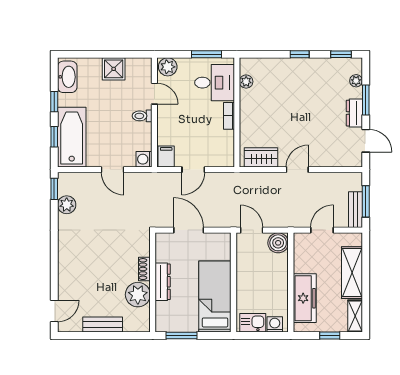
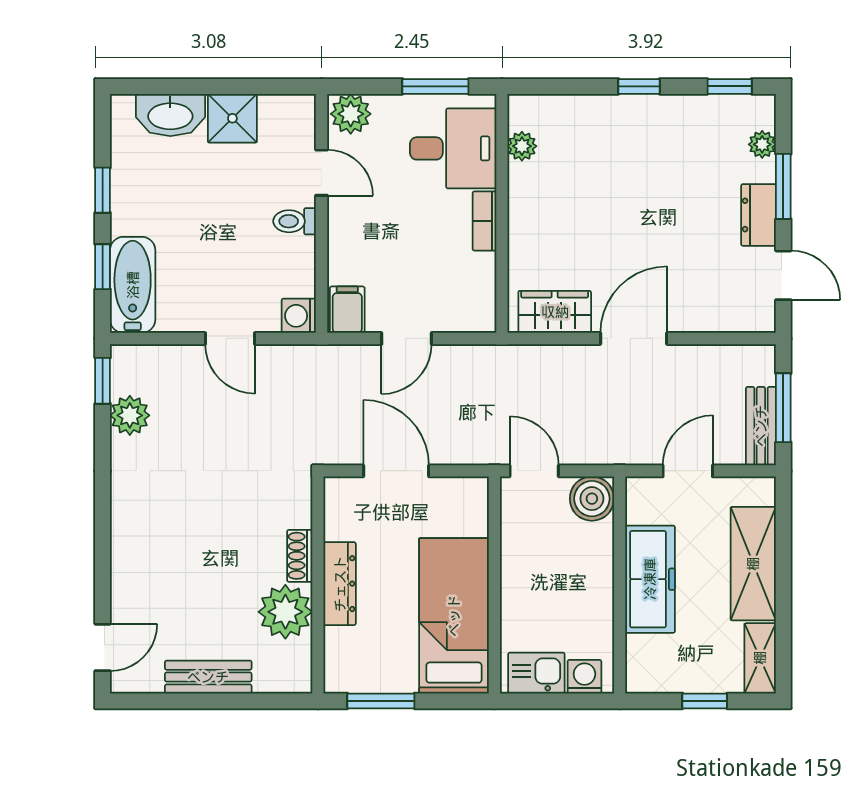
washbasin: (67, 77) -> (170, 115), moved, turned 90
bathtub: (72, 137) -> (133, 285), width x0.73, depth x0.73
door: (297, 170) -> (634, 338), width x1.38
freezer: (305, 298) -> (650, 579), moved

